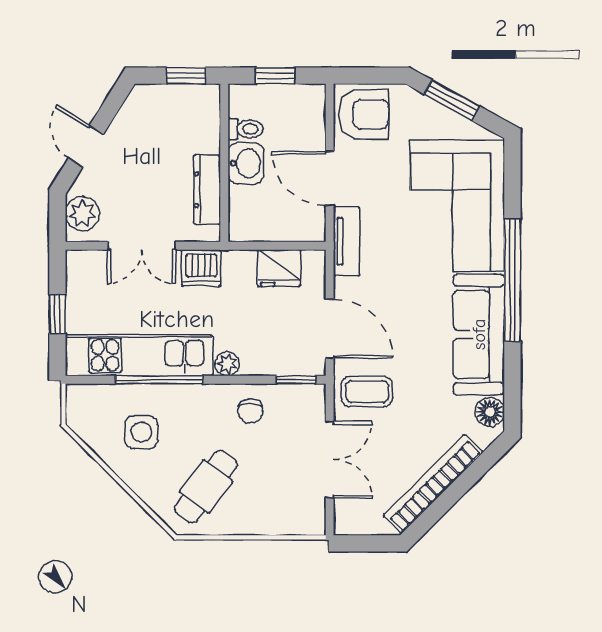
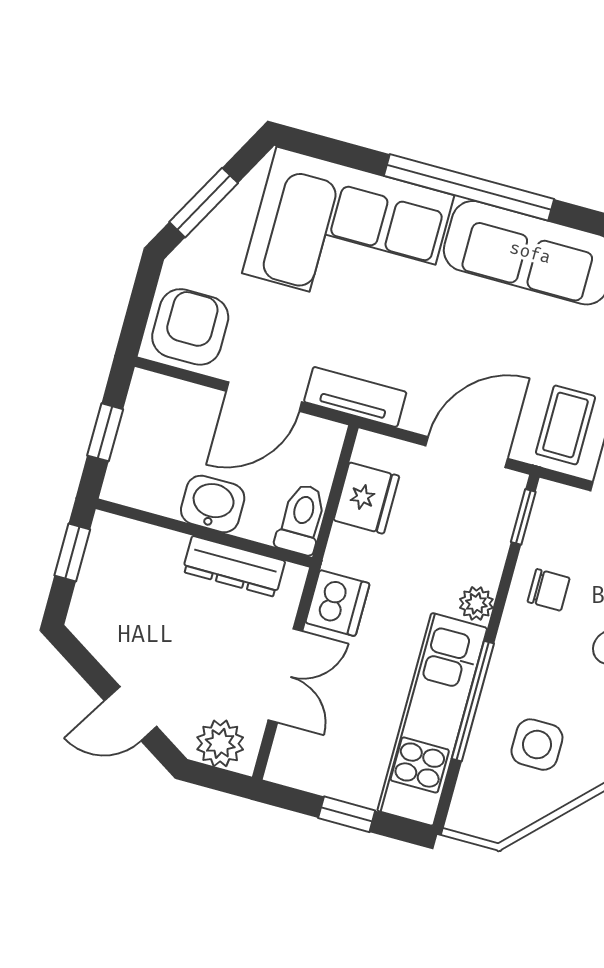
toilet: (246, 129) -> (301, 519), moved, width x1.37, depth x1.39

